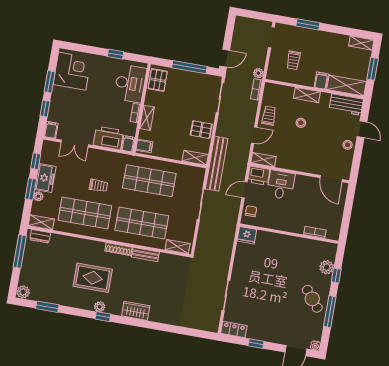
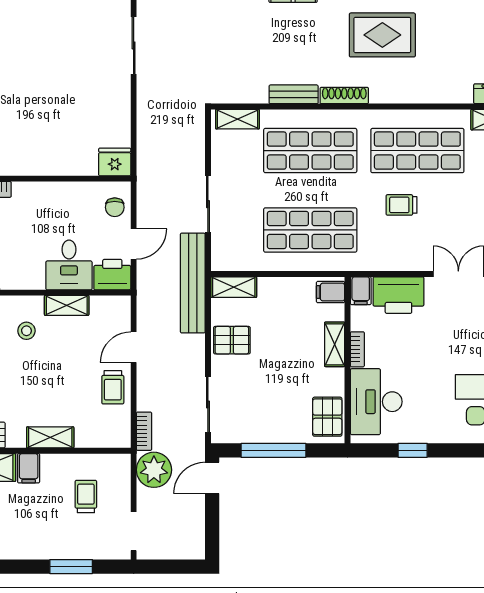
plant: (258, 73) -> (154, 470), width x1.87, depth x1.87
stool: (301, 123) -> (26, 331), moved
shelving: (263, 160) -> (67, 305), moved

